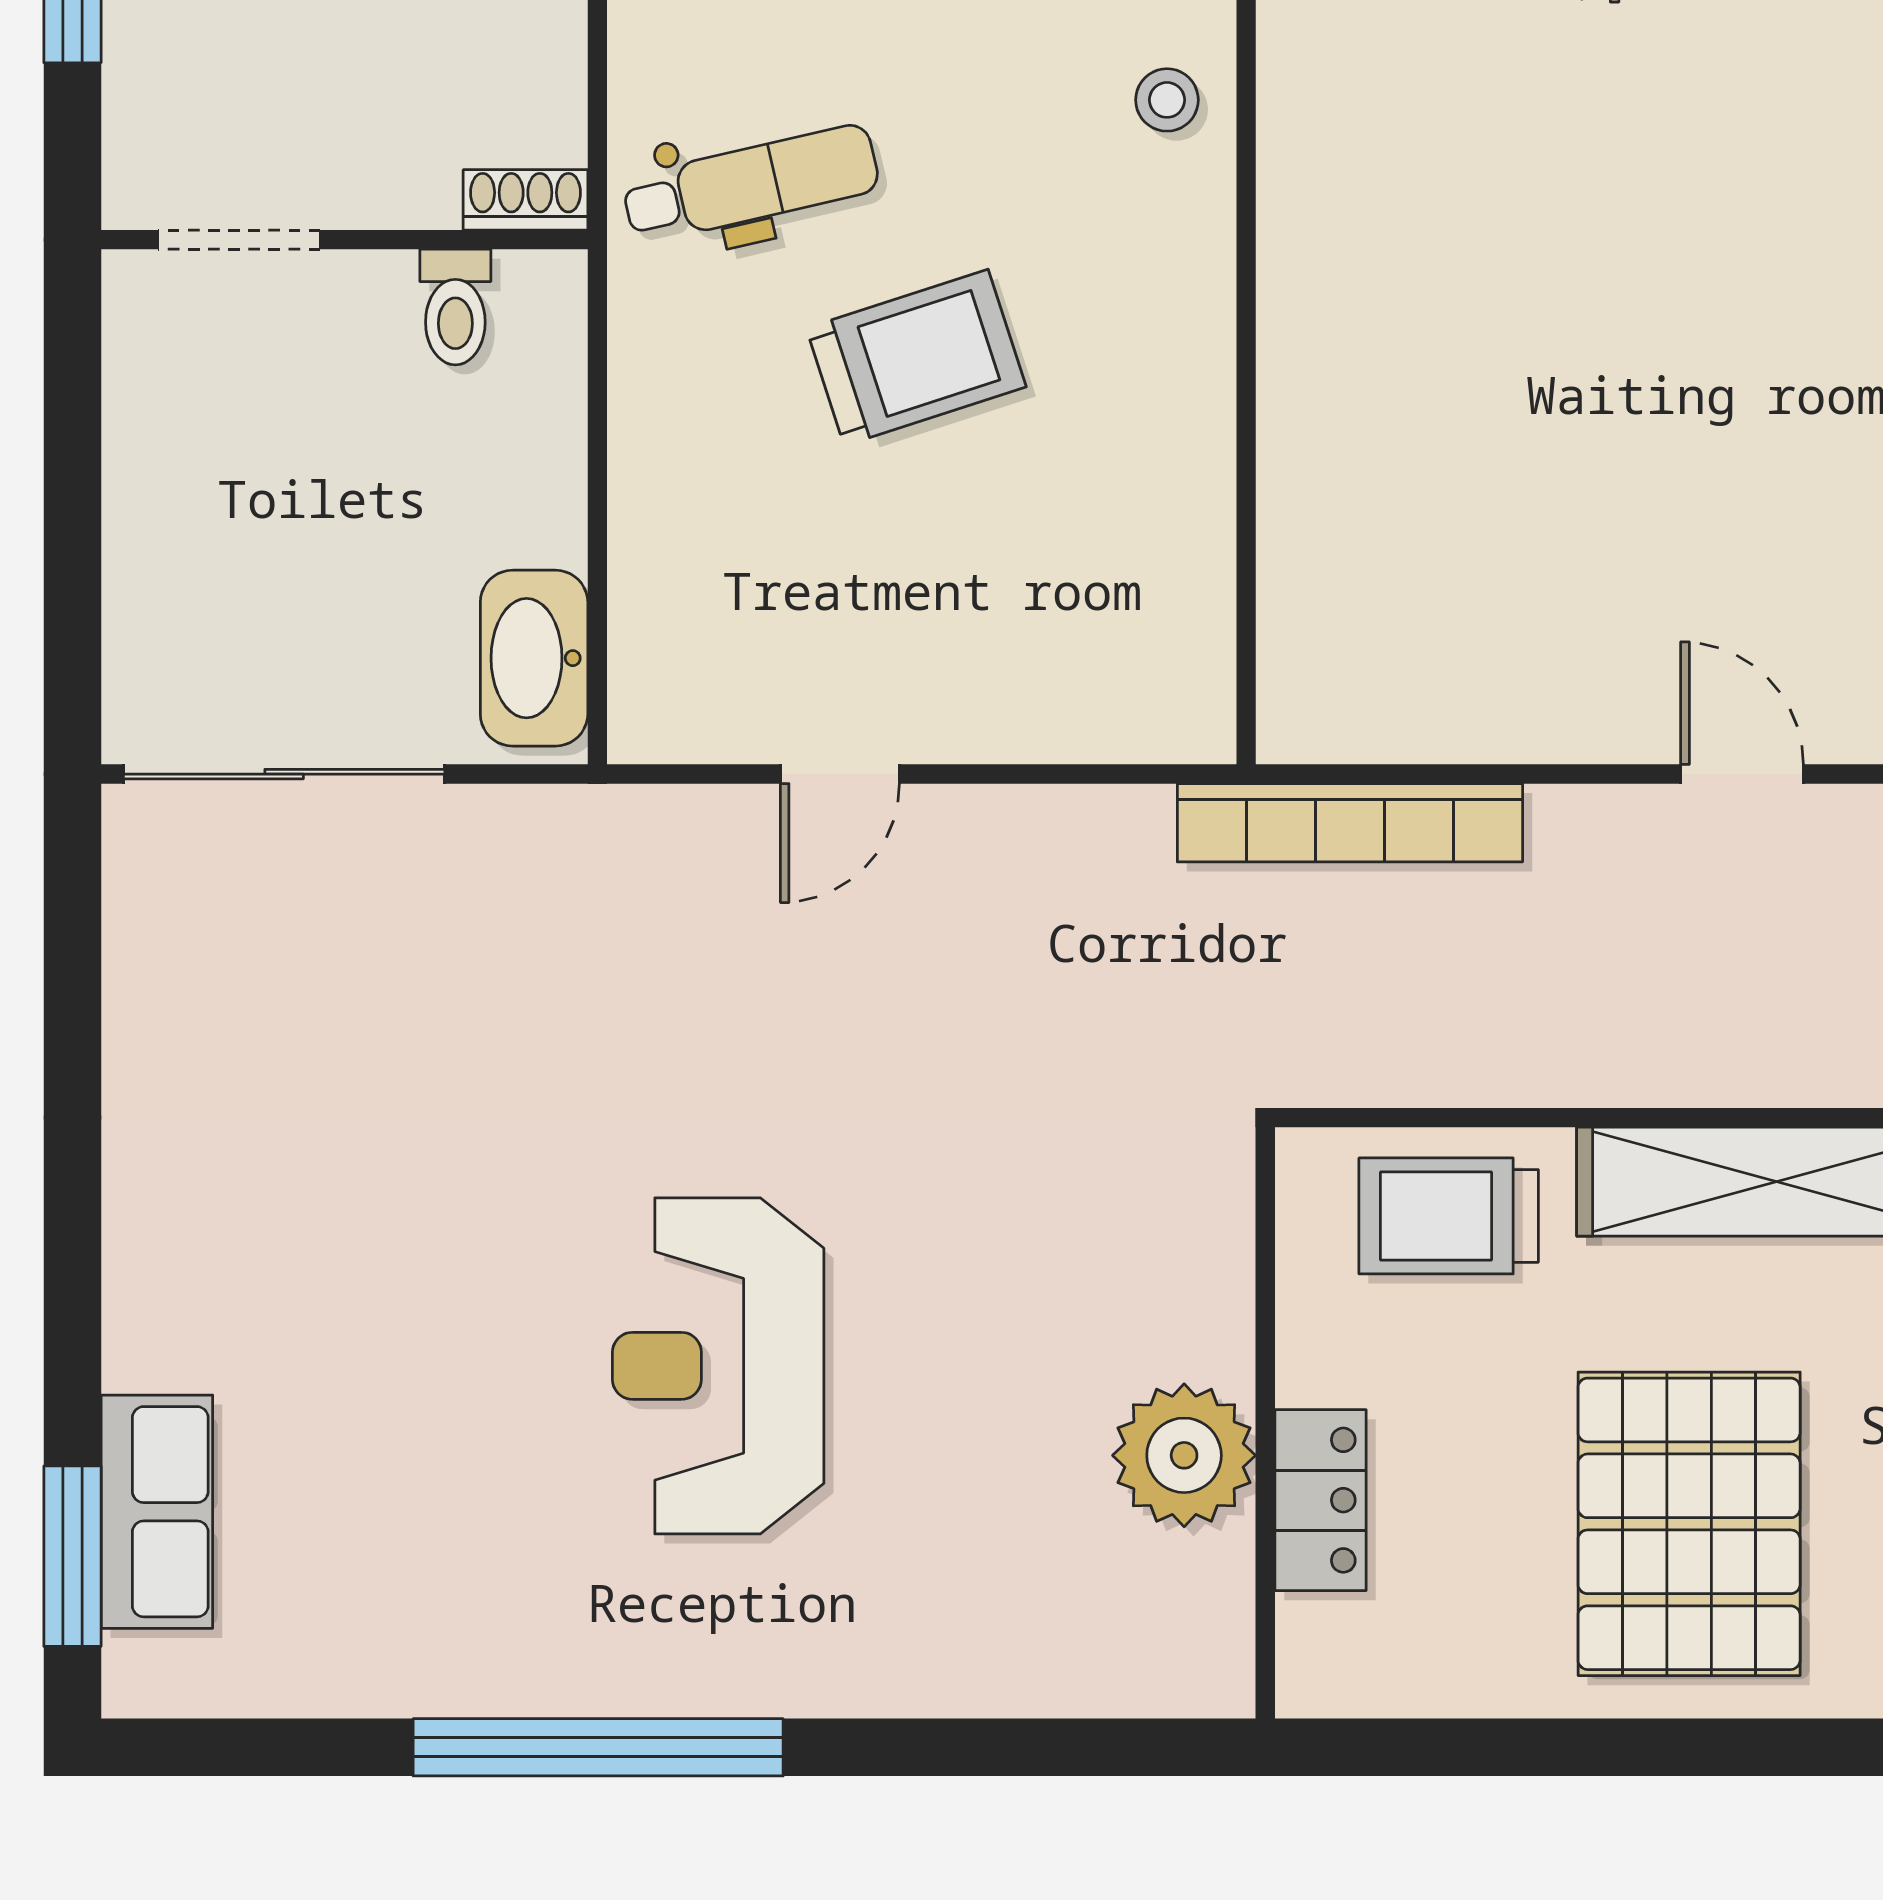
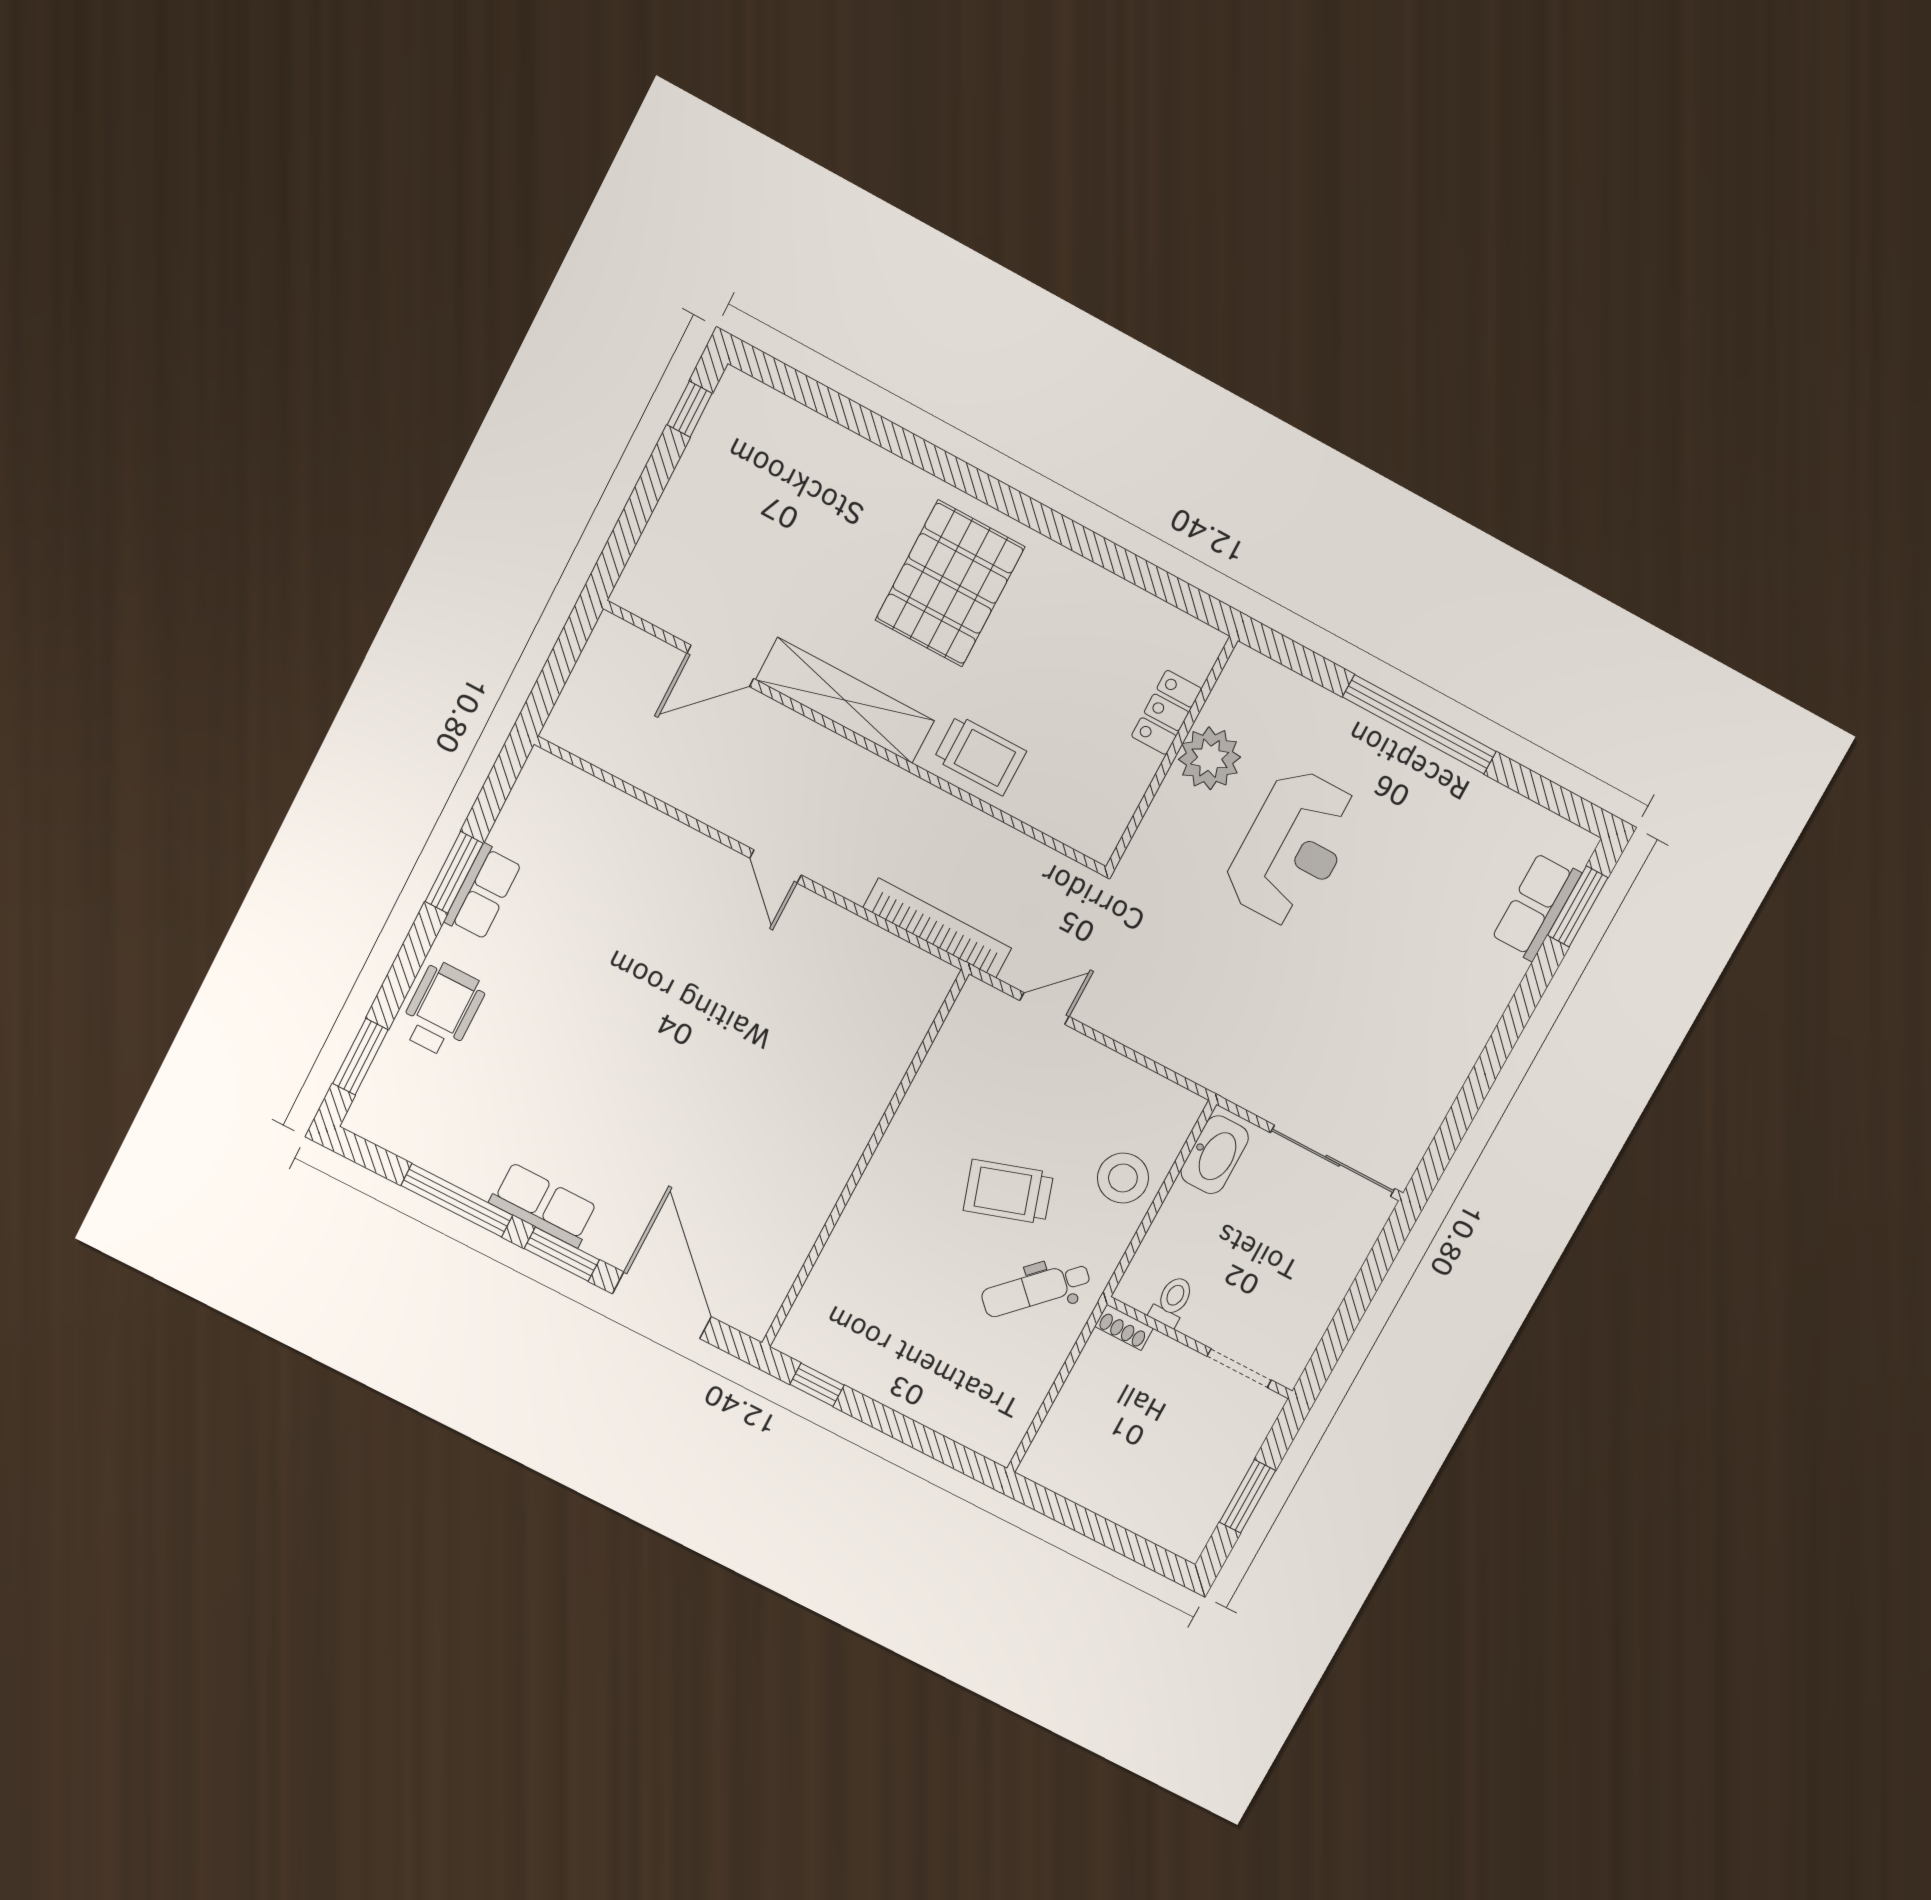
stool: (1167, 100) -> (1123, 1178), moved, width x1.89, depth x1.89
dental chair: (751, 184) -> (1036, 1289), turned -32
door: (840, 774) -> (1044, 1009), moved
wall: (1265, 1423) -> (1171, 754), moved
plant: (1184, 1455) -> (1210, 758), moved
locker: (1320, 1500) -> (1166, 712), moved

